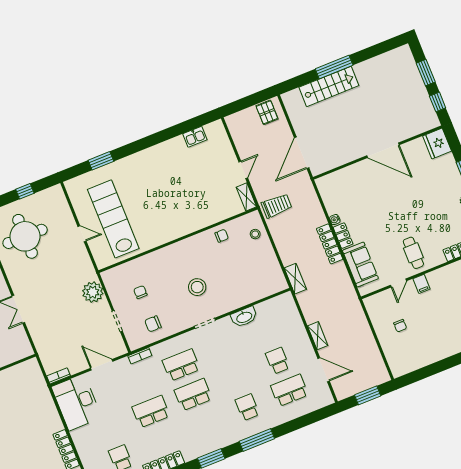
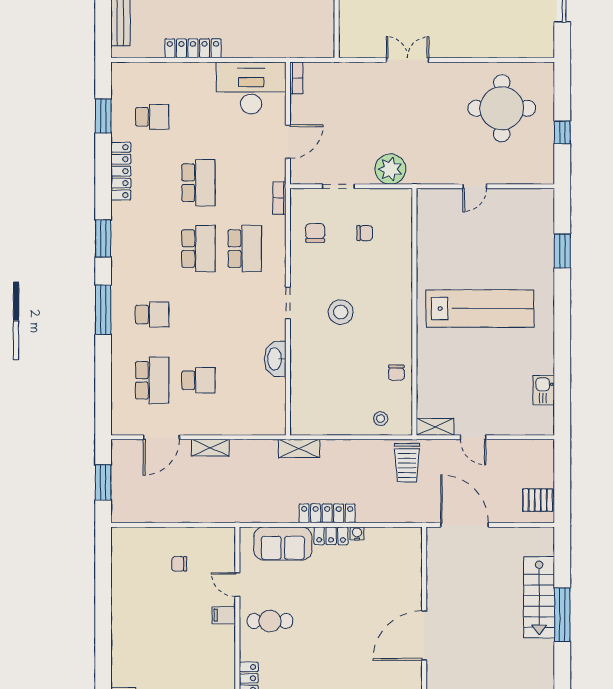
lab bench: (113, 219) -> (480, 309), moved

